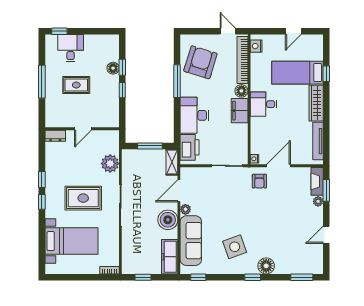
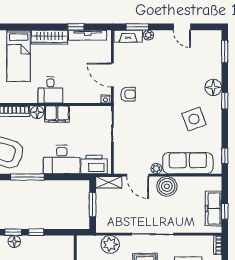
window: (326, 74) -> (76, 27), moved
freezer: (170, 257) -> (213, 208), moved, turned 90

